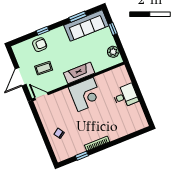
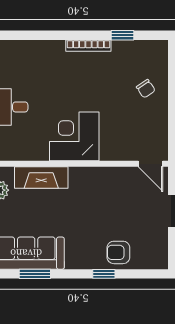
coffee table: (44, 68) -> (128, 210), removed
fireplace: (79, 73) -> (41, 177), moved

